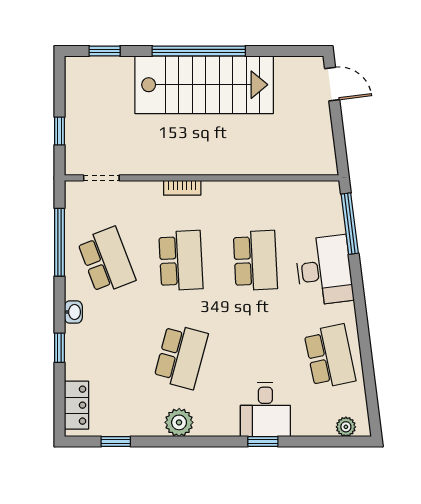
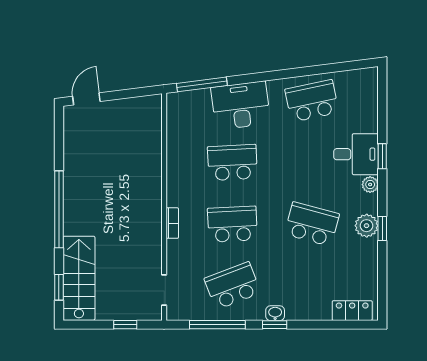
stairs: (204, 85) -> (79, 278), moved, width x0.73, depth x0.66
window: (59, 348) -> (275, 325), moved
plant: (346, 427) -> (370, 185), moved
window: (116, 441) -> (382, 228), moved

